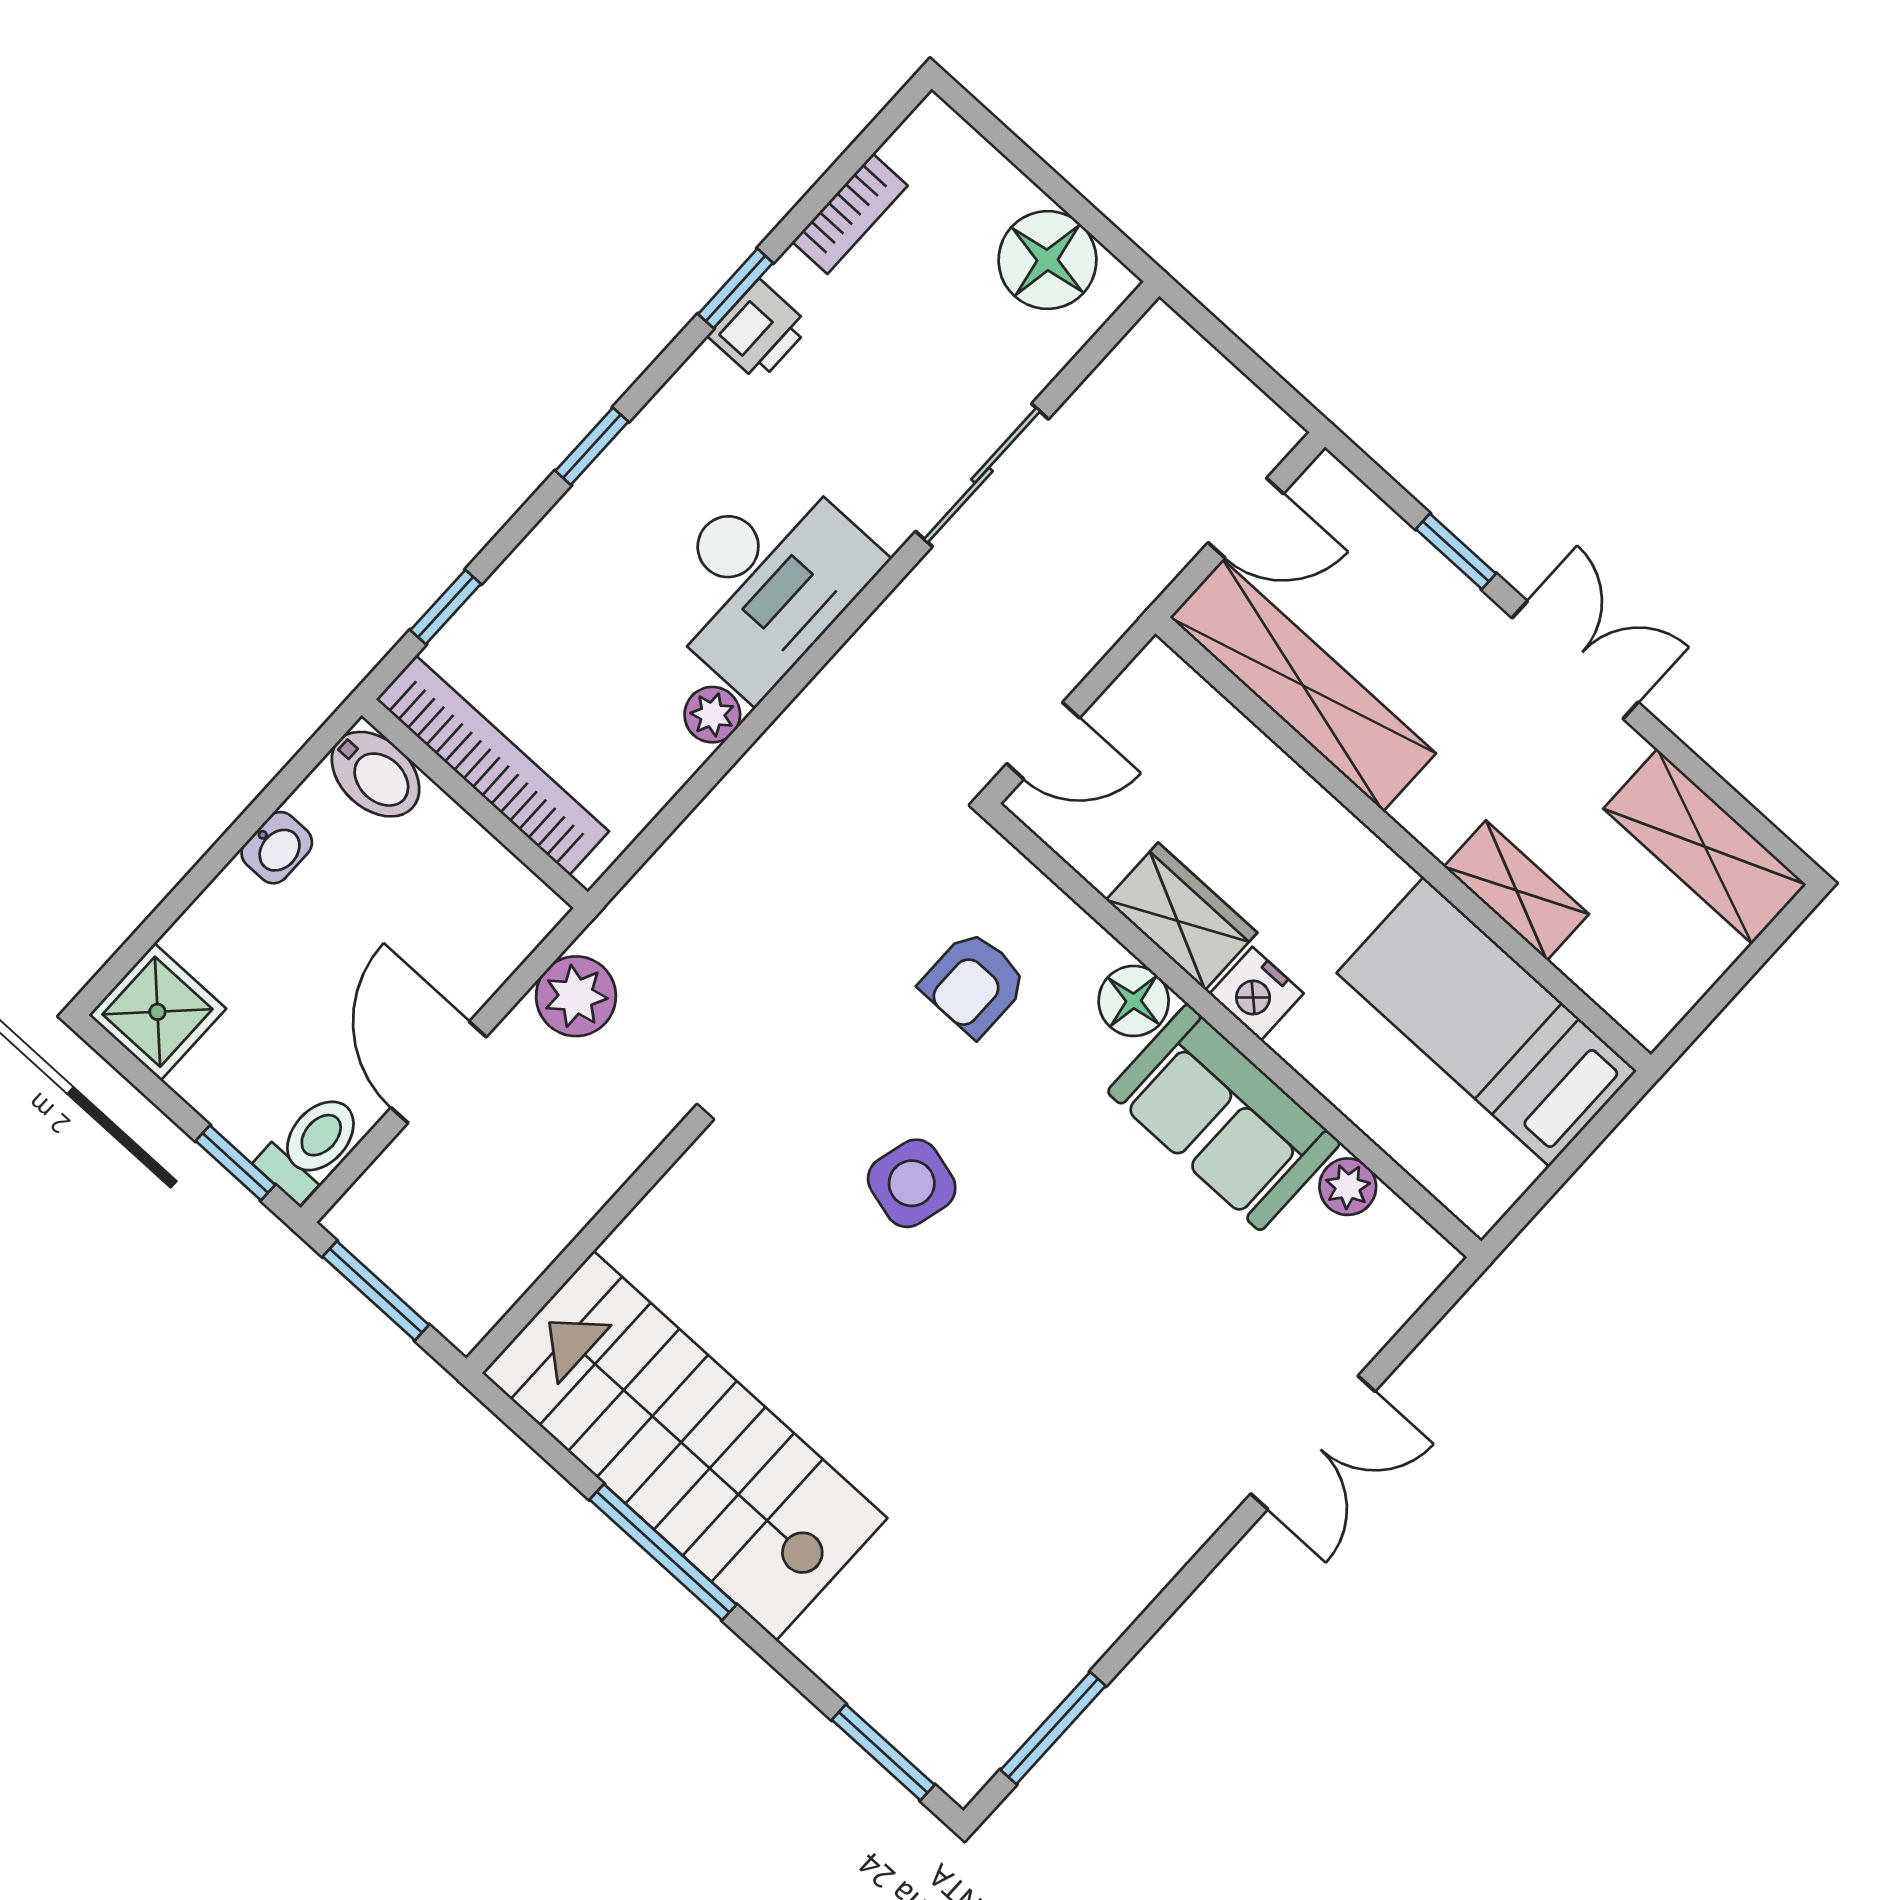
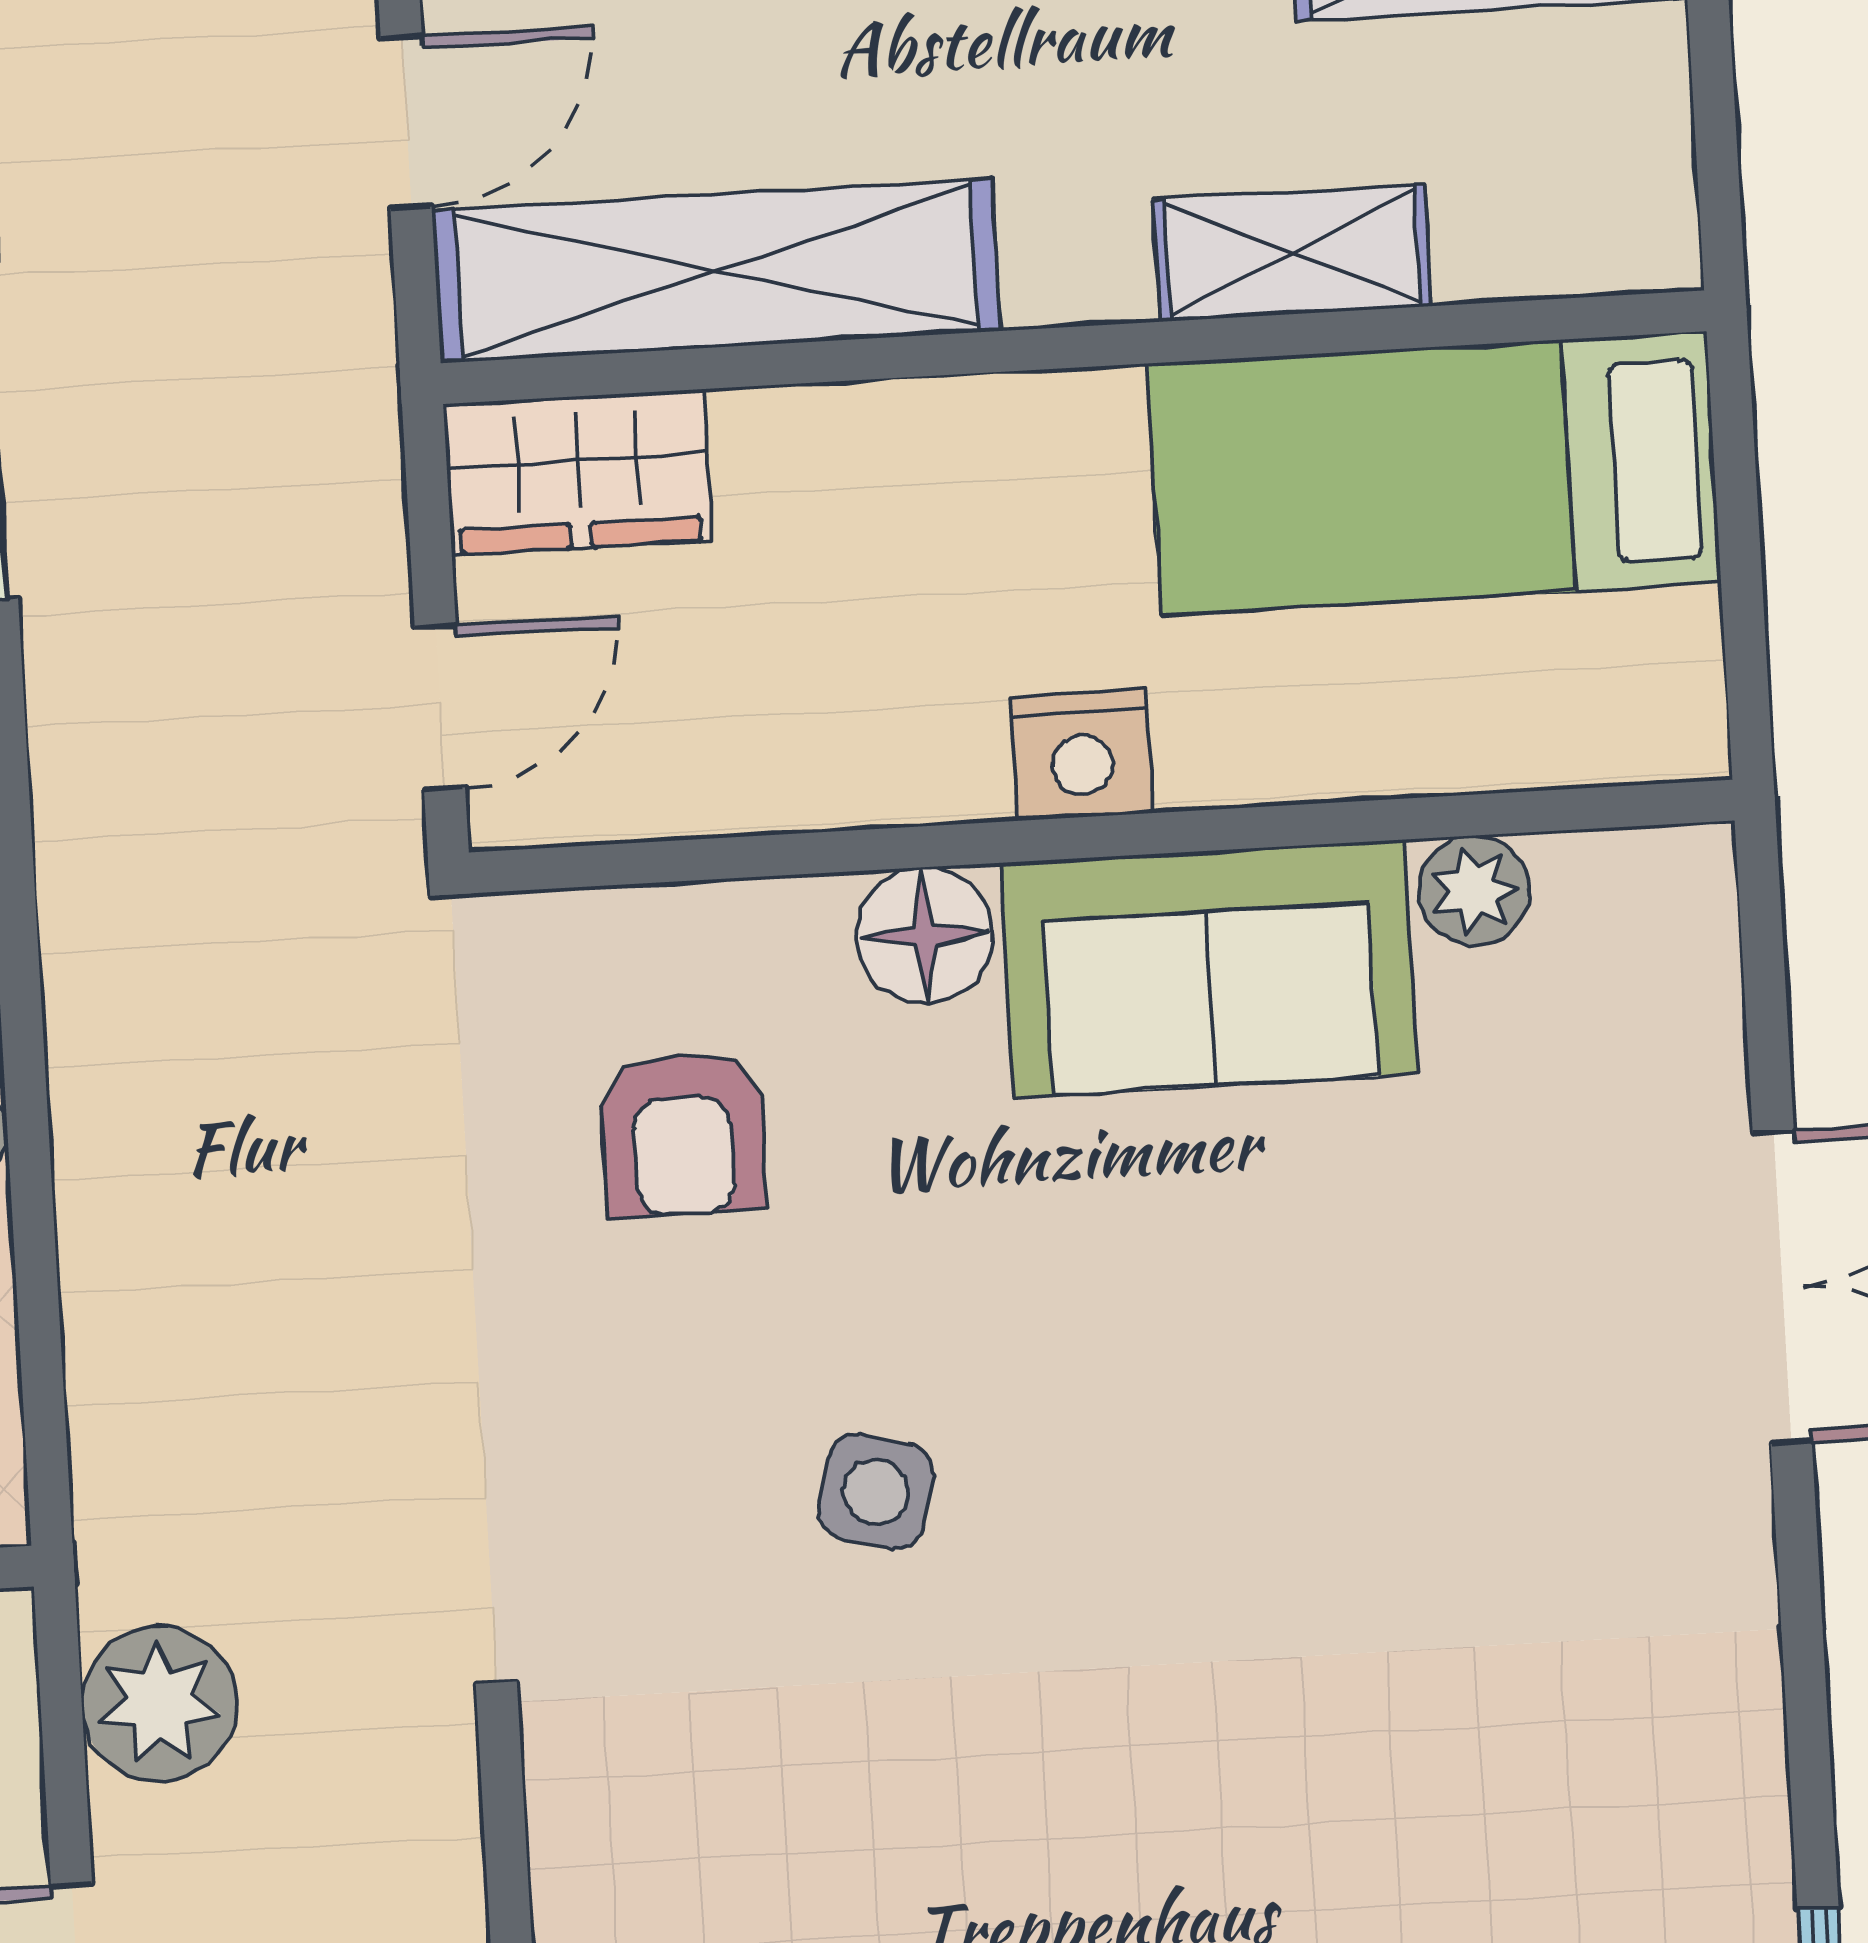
wardrobe: (1182, 916) -> (577, 472), moved, turned 180
side table: (912, 1183) -> (876, 1492), width x0.73, depth x0.73

